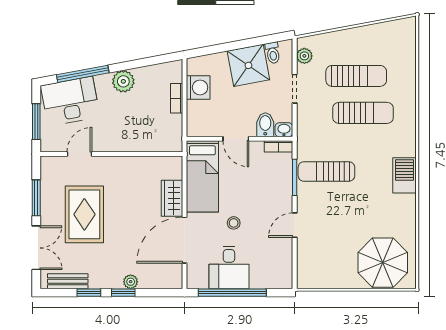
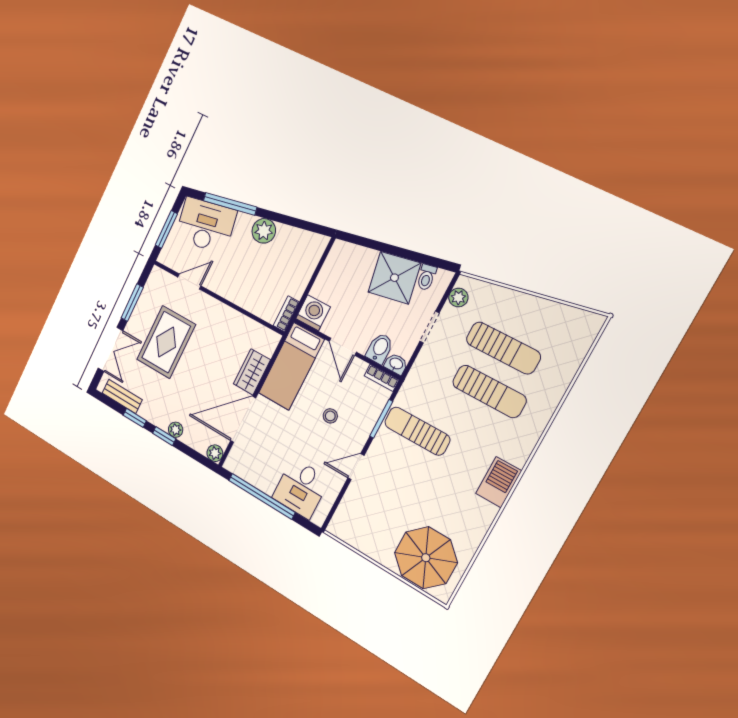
washing machine: (198, 87) -> (313, 313), moved, turned -90
bookcase: (177, 98) -> (286, 314), moved
stool: (234, 223) -> (330, 416), moved
desk: (229, 267) -> (301, 488), moved
plant: (175, 281) -> (215, 453), added

